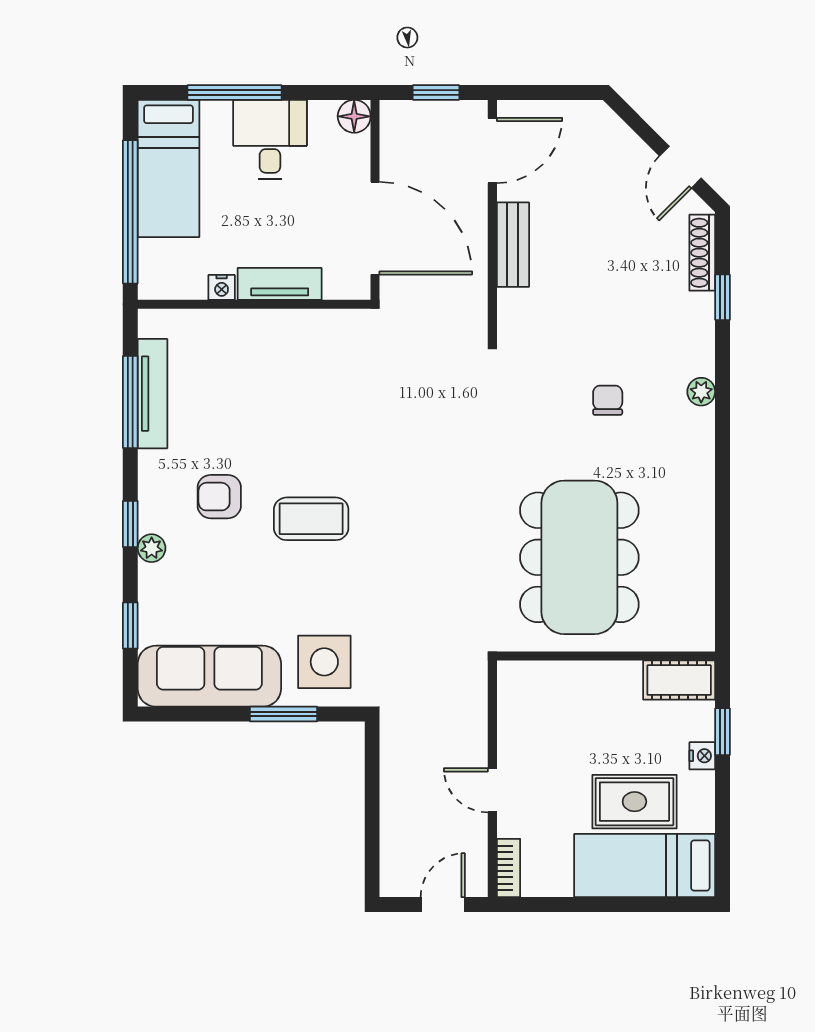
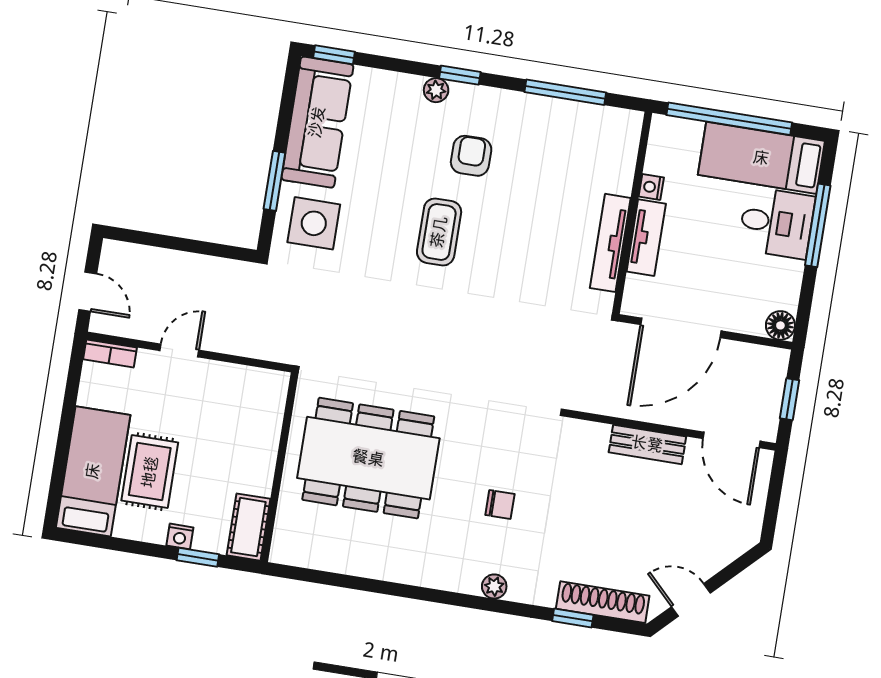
desk: (270, 139) -> (777, 223), moved
shoe rack: (702, 253) -> (603, 602), width x1.36, depth x1.24
tv unit: (152, 394) -> (610, 243), moved, turned 90
window: (130, 626) -> (334, 55), moved

